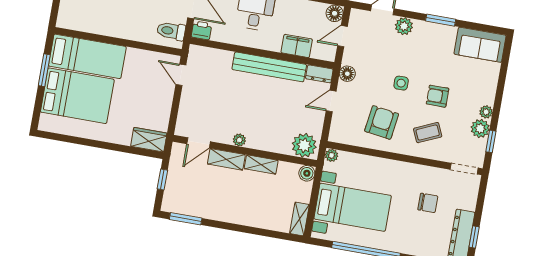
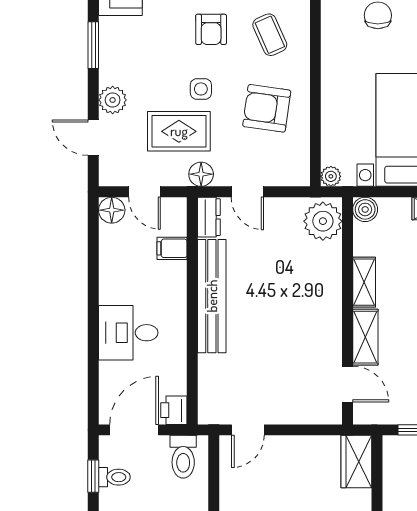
filing cabinet: (297, 46) -> (172, 248), width x0.50
rug: (377, 65) -> (179, 131), added
plant: (239, 140) -> (332, 322), removed

